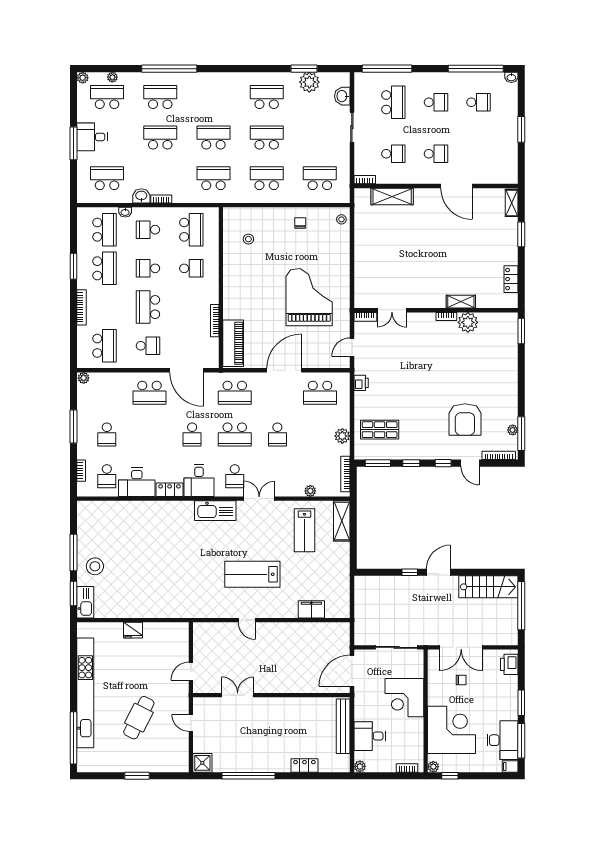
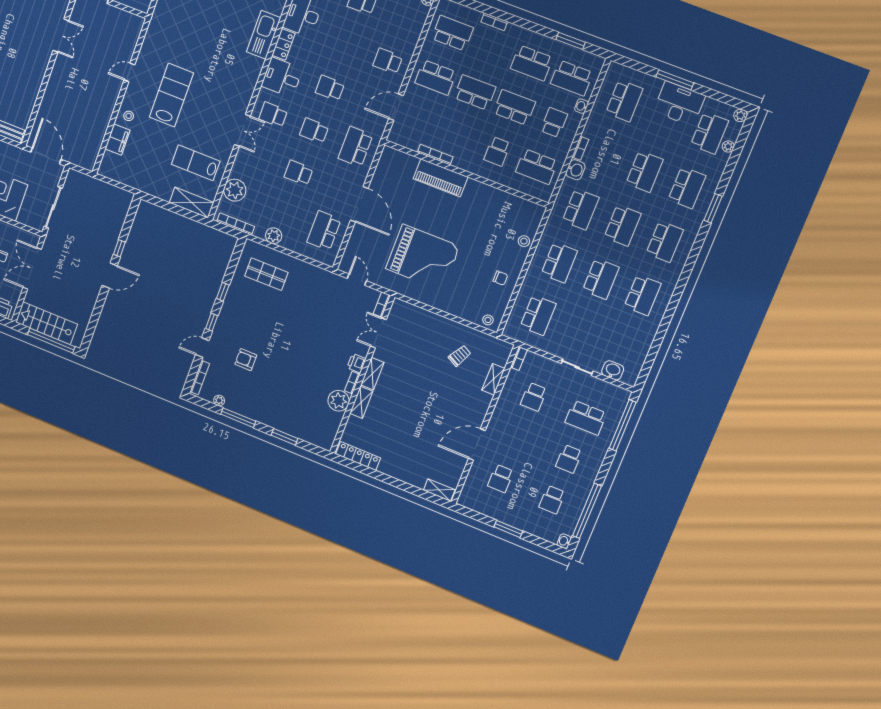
window: (169, 69) -> (713, 208), width x0.47
window: (304, 69) -> (657, 344), removed
plant: (309, 82) -> (640, 344), removed
school desk: (213, 97) -> (665, 242), added
desk: (92, 137) -> (679, 104), width x1.37
school desk: (436, 154) -> (501, 479), moved
washbasin: (141, 196) -> (575, 170), moved
shelving: (392, 196) -> (493, 379), width x0.67, depth x0.75
trolley: (383, 232) -> (460, 356), added
window: (521, 234) -> (405, 486), removed
stool: (248, 239) -> (524, 241), moved
window: (74, 266) -> (571, 41), moved
school desk: (148, 268) -> (514, 107), width x1.85
locker: (511, 279) -> (358, 456), width x1.53
shelving: (431, 302) -> (372, 374), added
bookcase: (81, 307) -> (494, 22), width x0.64
window: (521, 331) -> (285, 437), moved
piano: (233, 343) -> (440, 178), moved
school desk: (104, 346) -> (452, 33), turned 180
school desk: (148, 346) -> (436, 77), width x1.85
door: (187, 370) -> (396, 107), width x0.73
printer: (361, 383) -> (356, 363), moved, turned 90
school desk: (149, 393) -> (388, 61), width x0.54
armchair: (465, 420) -> (246, 360), width x0.53, depth x0.53
shop shelf: (380, 430) -> (266, 274), turned 90
school desk: (235, 434) -> (314, 131), width x0.54
window: (521, 434) -> (238, 418), moved
window: (378, 463) -> (235, 260), removed
plant: (310, 491) -> (235, 190), width x1.87, depth x1.87
kitchen sink: (215, 511) -> (264, 35), moved
door: (438, 572) -> (110, 276), hinge flipped
stairs: (488, 587) -> (46, 323), moved, turned 90
stool: (286, 607) -> (129, 116), added

